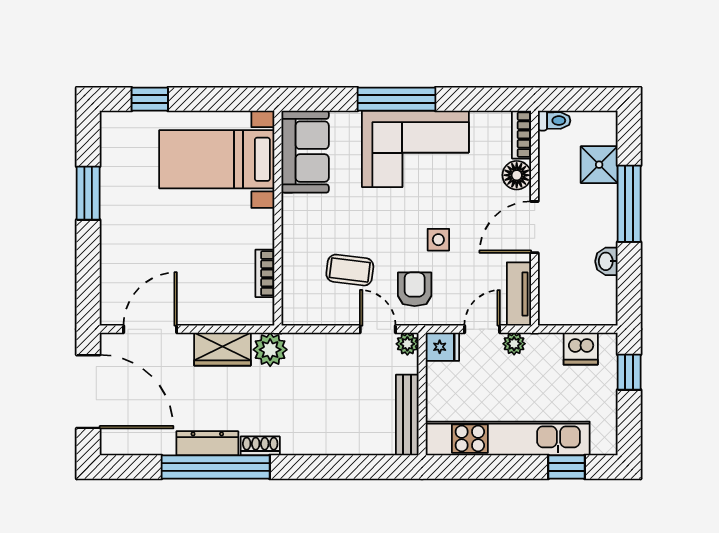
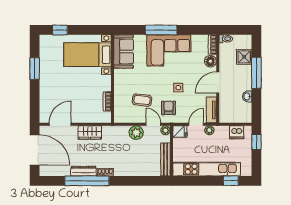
plant: (270, 350) -> (136, 133), moved

